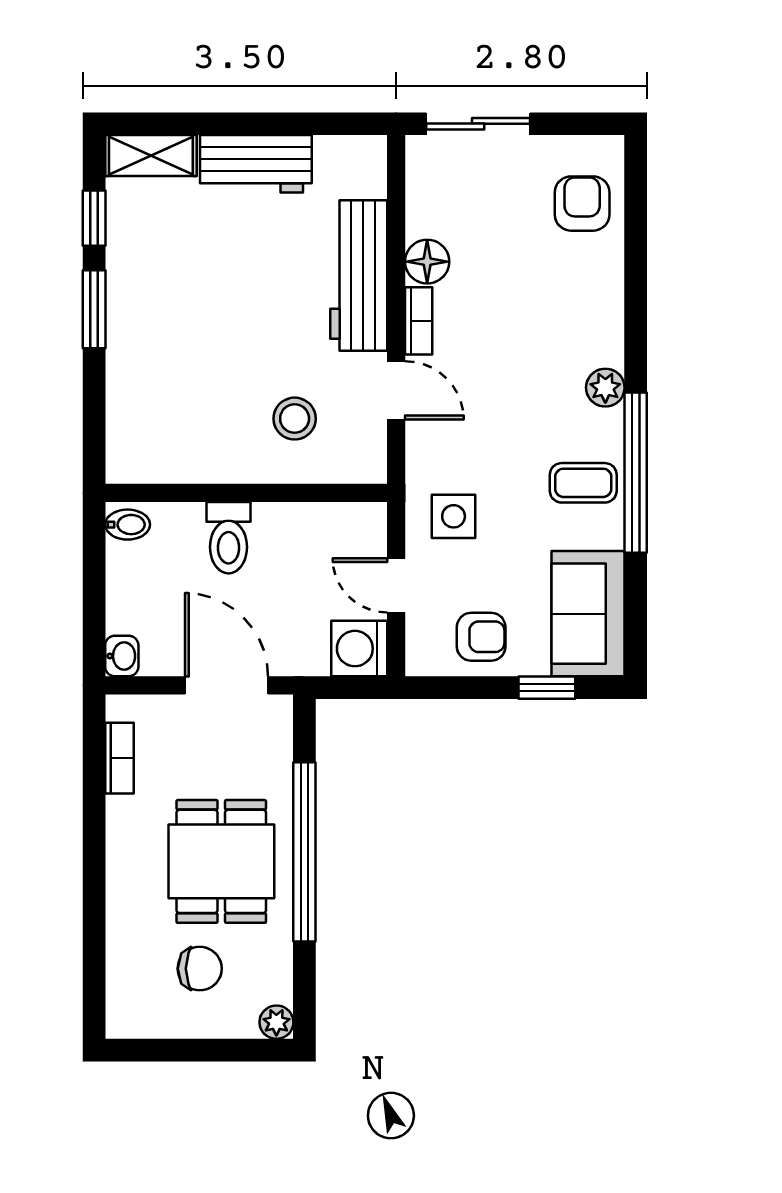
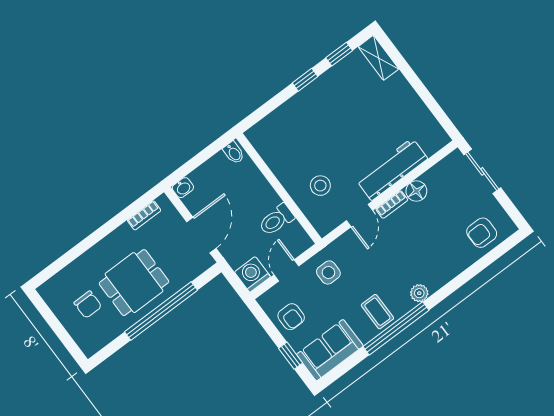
workbench: (256, 164) -> (405, 99), removed
armchair: (582, 204) -> (482, 233), turned 180
window: (94, 309) -> (305, 80), width x0.67
toilet: (229, 538) -> (276, 220), moved
plant: (276, 1022) -> (89, 348), removed

